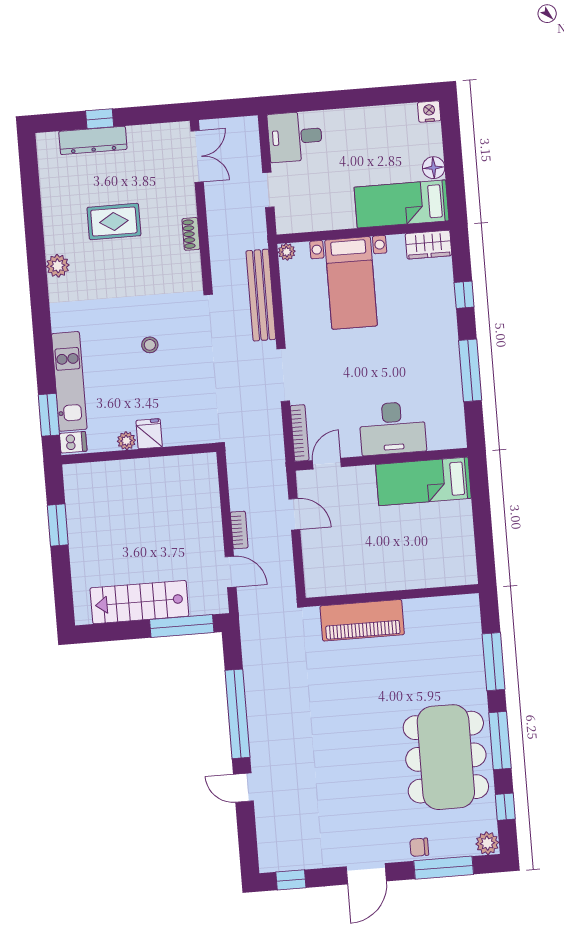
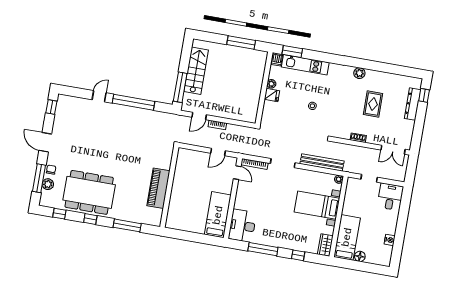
nightstand: (429, 111) -> (390, 240), moved
window: (100, 119) -> (424, 95), moved
desk: (393, 428) -> (242, 226), moved
window: (58, 525) -> (241, 43), width x1.44
piano: (362, 620) -> (158, 188), moved
window: (500, 740) -> (90, 219), width x0.46
plant: (487, 843) -> (48, 184), moved

